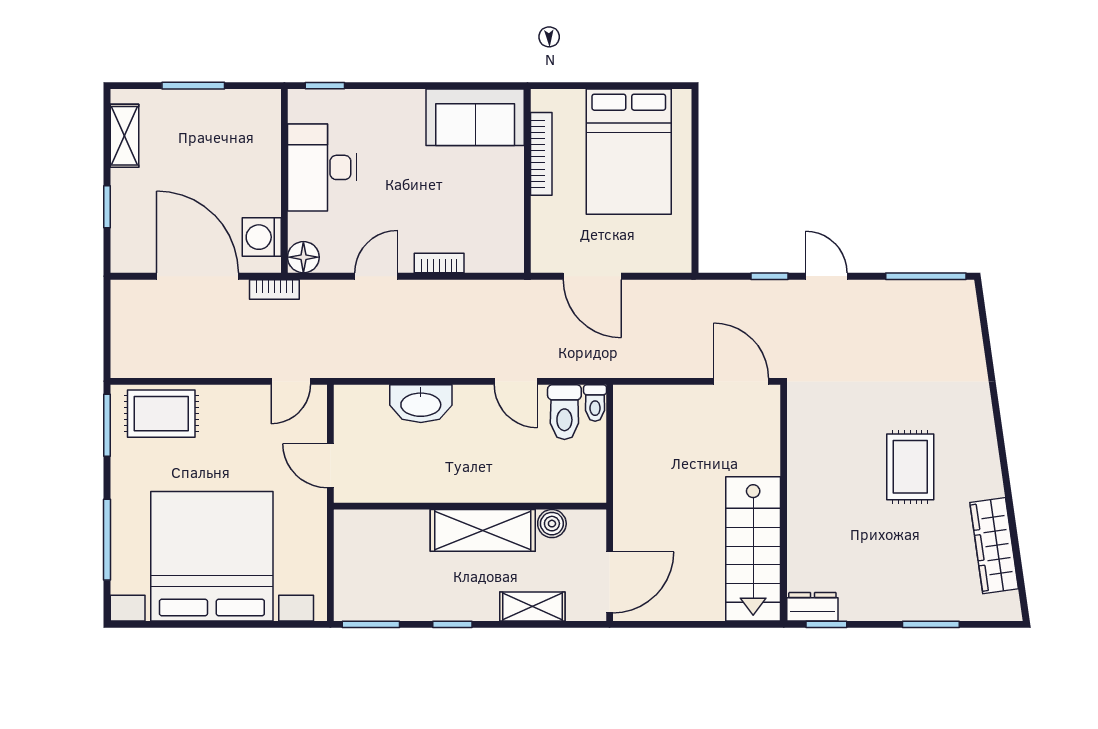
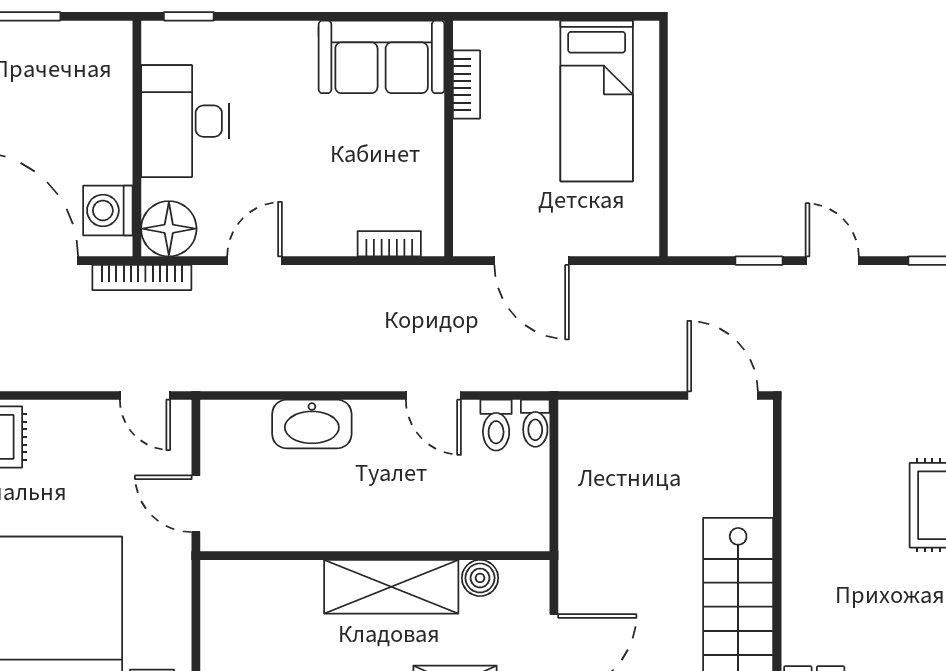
bed: (629, 152) -> (597, 101), width x0.67
bookcase: (541, 154) -> (466, 85), width x0.64
floor lamp: (303, 257) -> (169, 229), width x1.38, depth x1.38
bookcase: (439, 263) -> (389, 244), moved
bookcase: (274, 289) -> (142, 278), width x1.56
door: (291, 381) -> (145, 395), hinge flipped
toilet: (564, 412) -> (496, 425), width x0.73, depth x0.72

